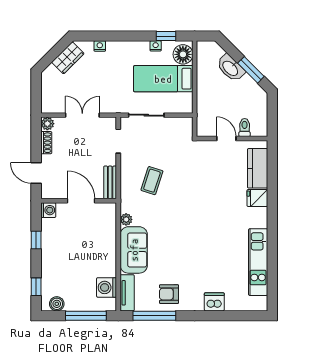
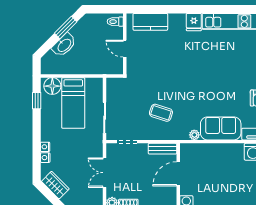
nightstand: (156, 46) -> (45, 147), moved
toilet: (245, 127) -> (115, 22), moved
door: (226, 138) -> (125, 49), hinge flipped
fridge: (257, 198) -> (194, 22), moved

